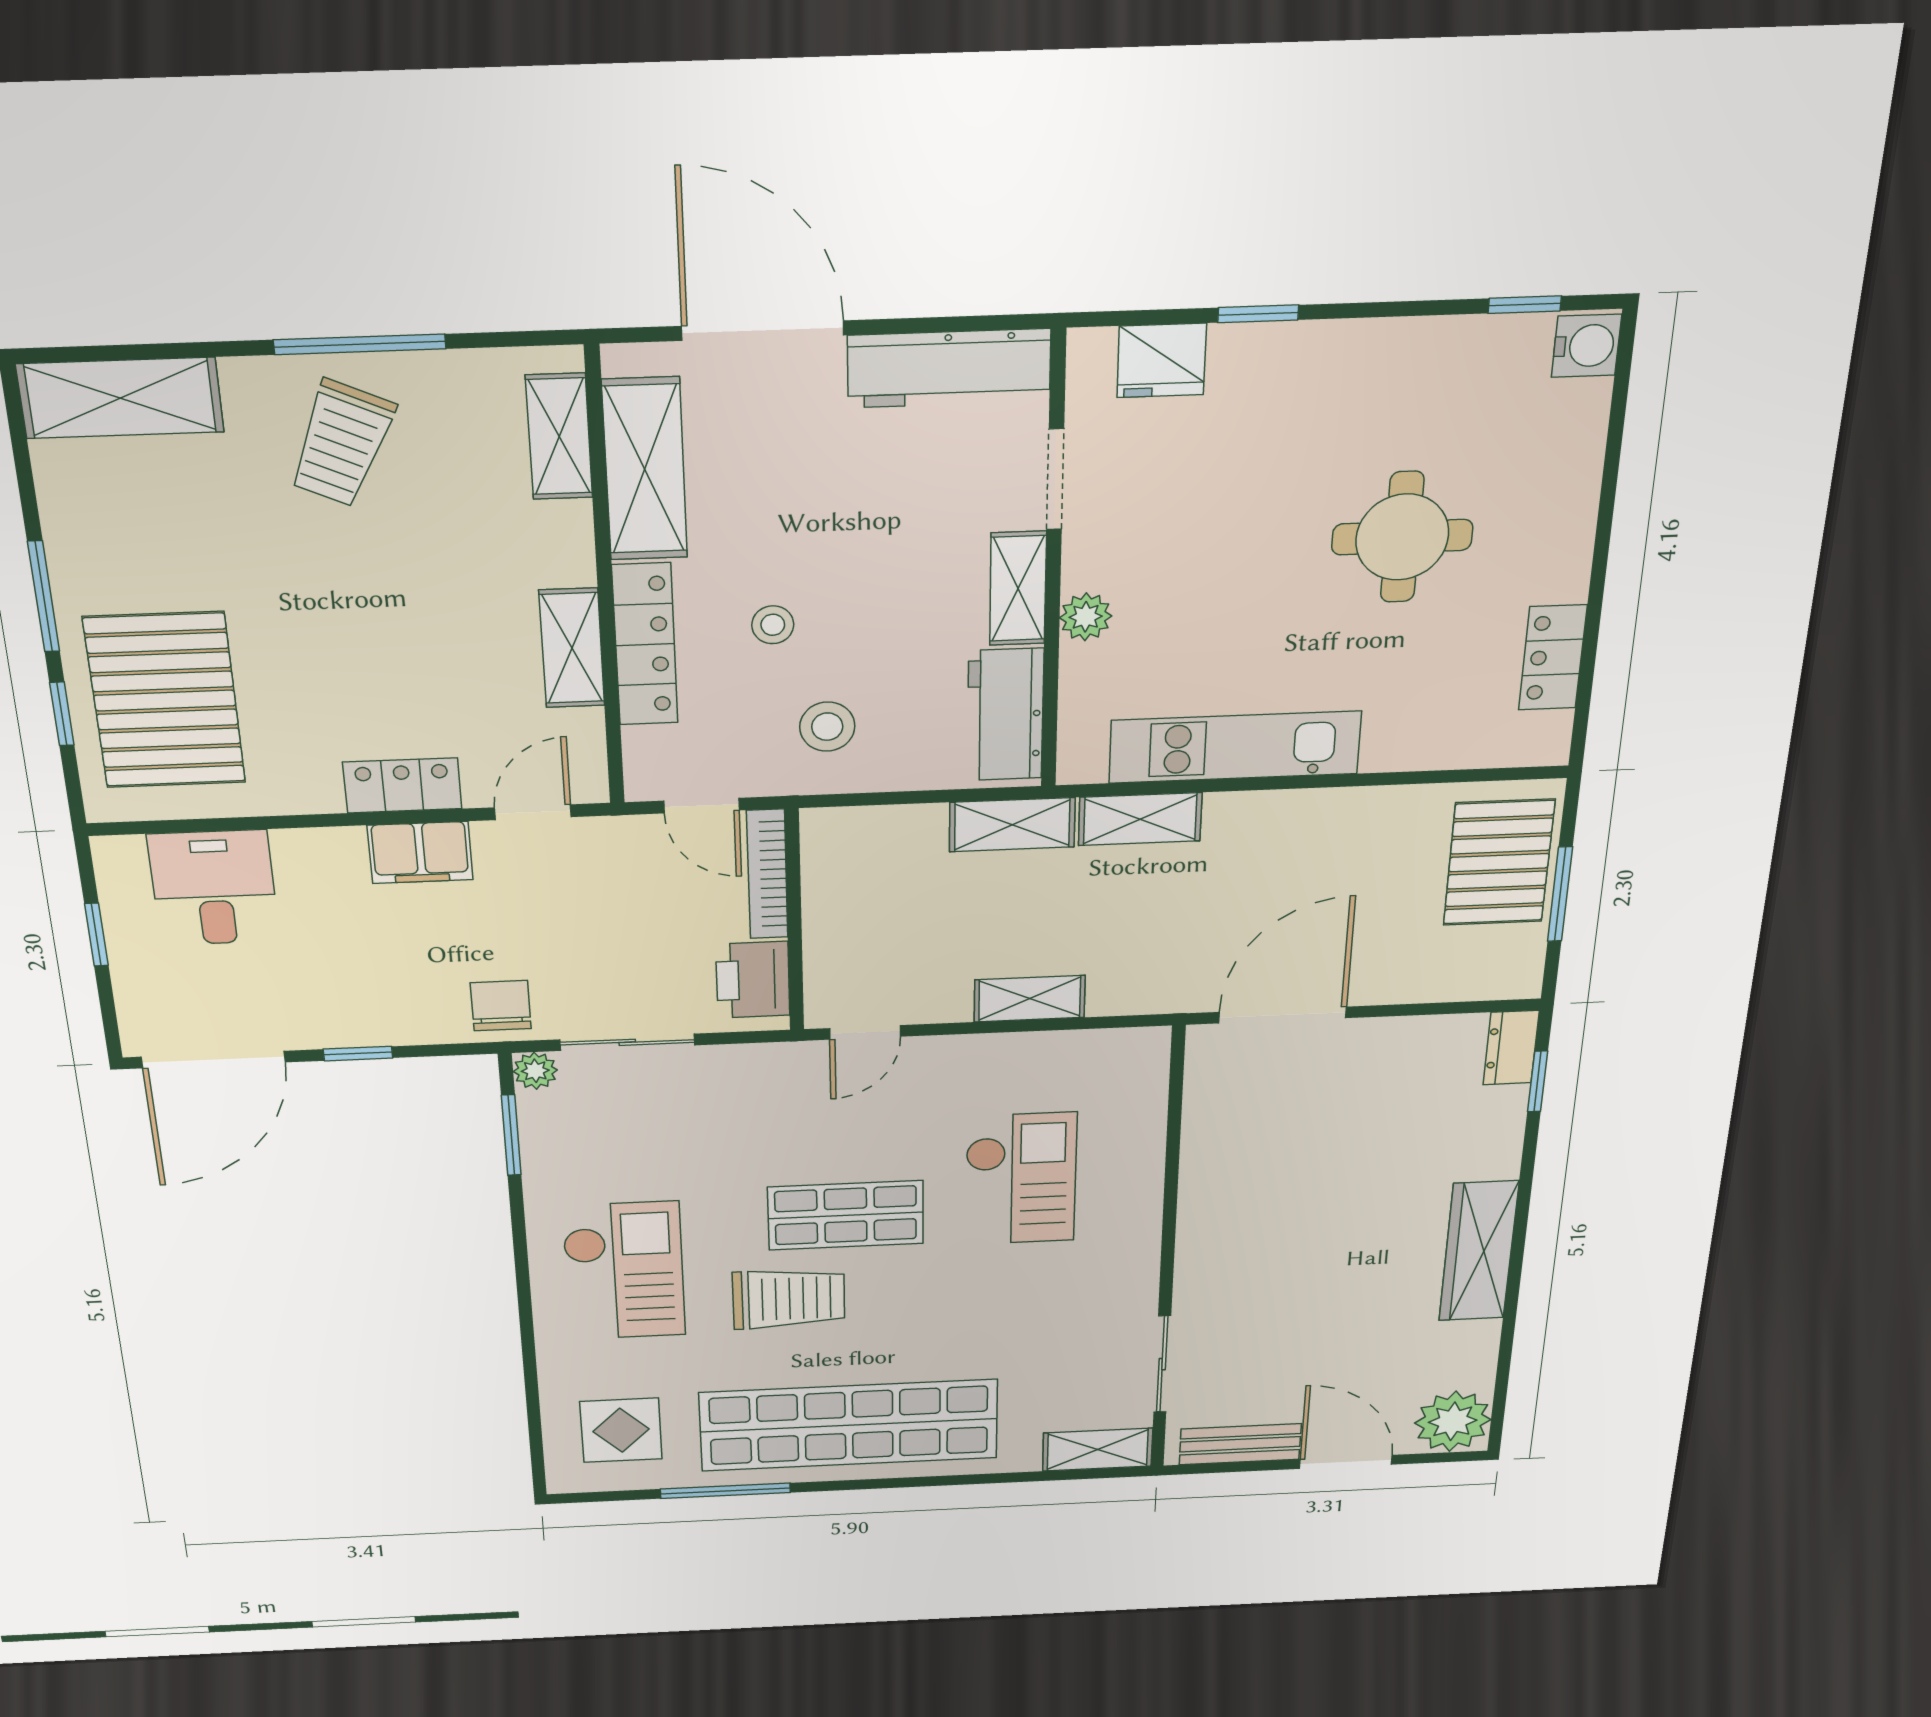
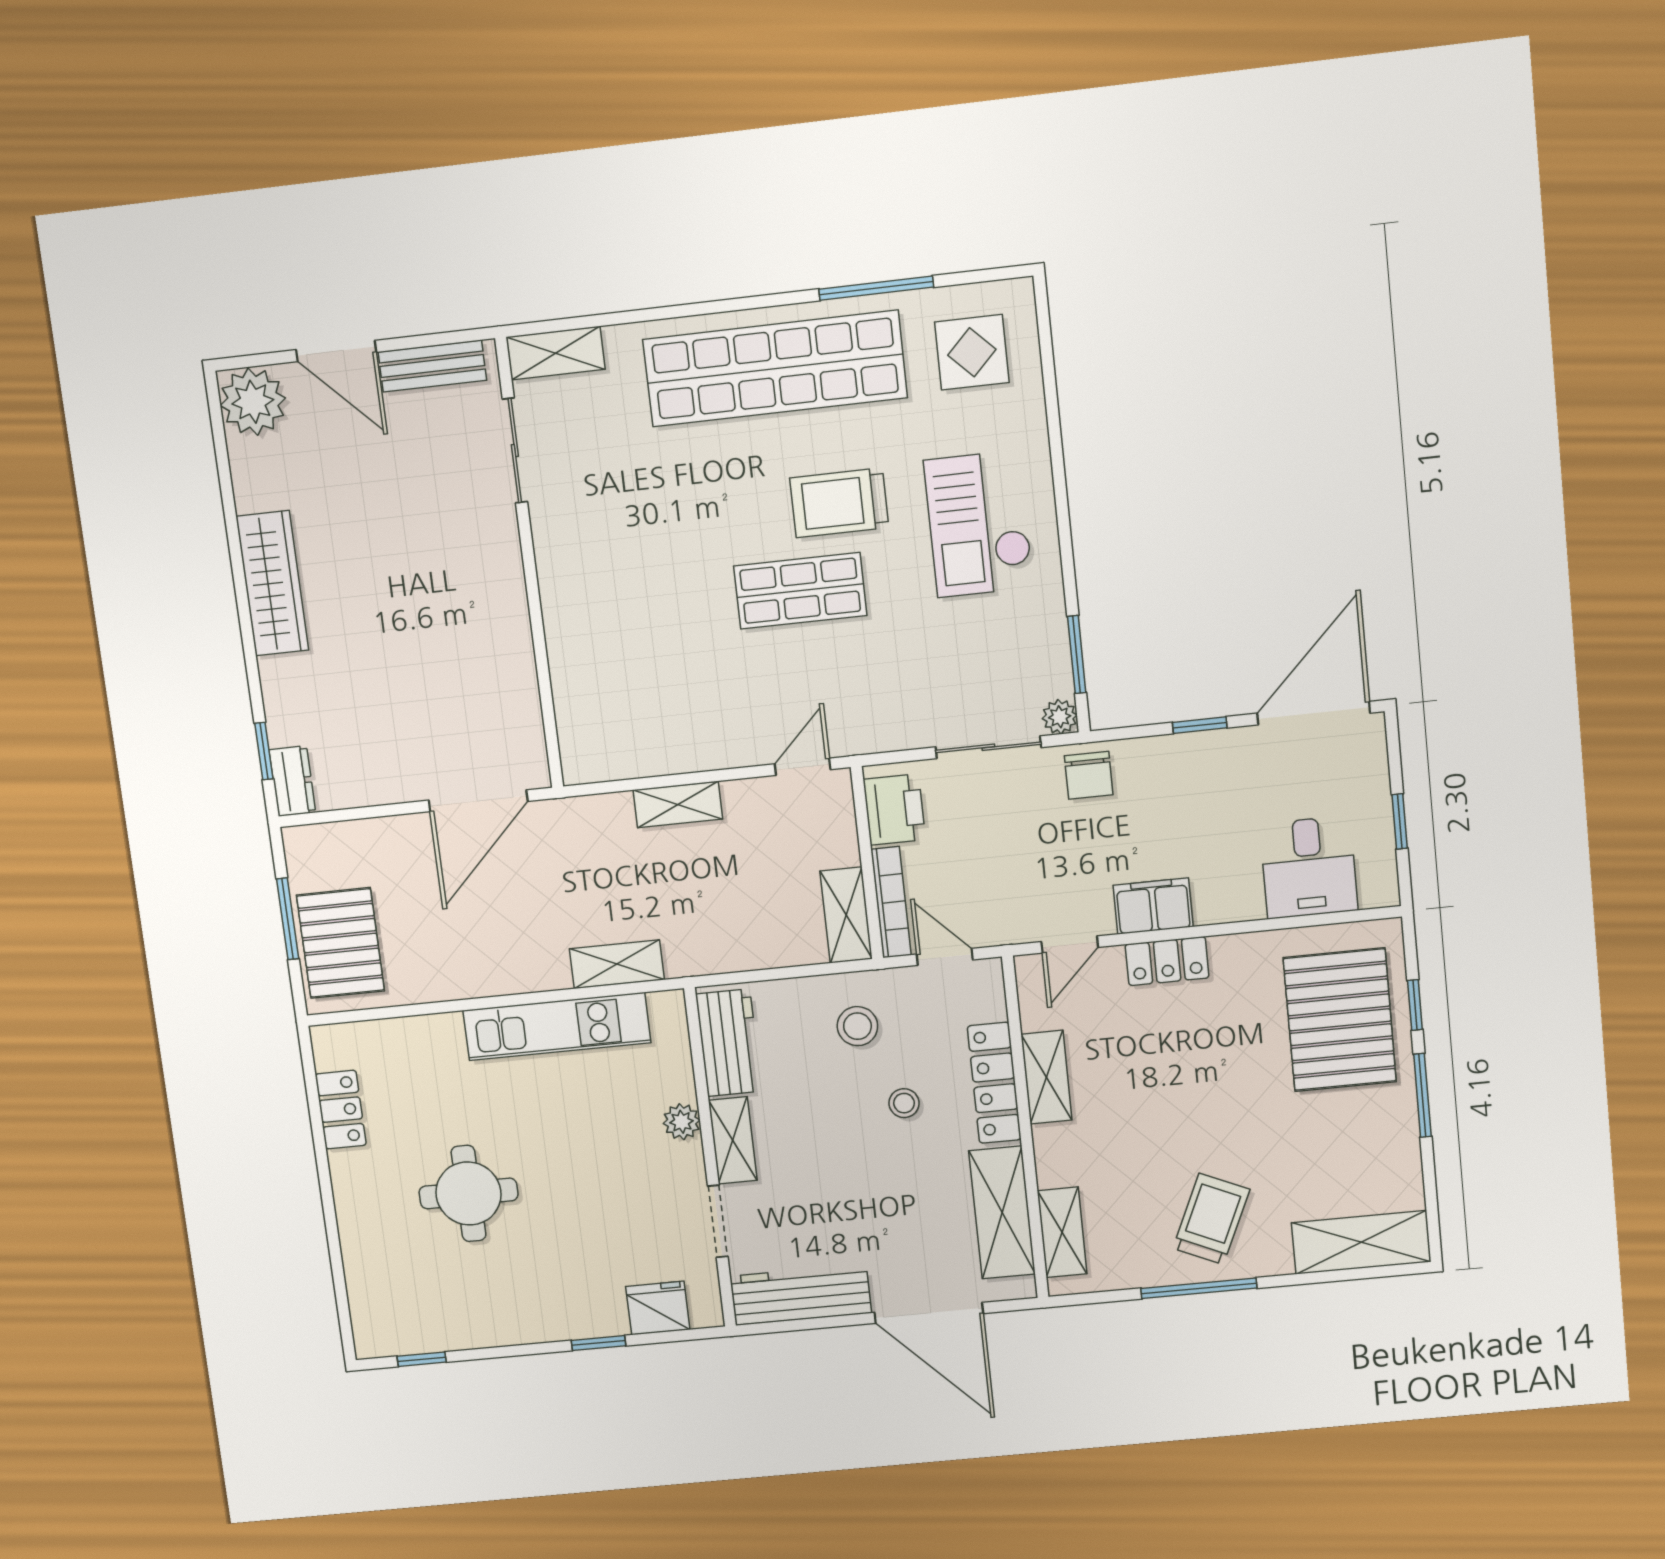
water cooler: (1586, 346) -> (373, 1334), removed
shelving: (1012, 825) -> (846, 915), moved, turned 90
checkout: (1021, 1179) -> (662, 635), removed

